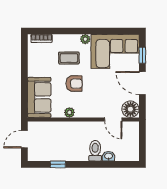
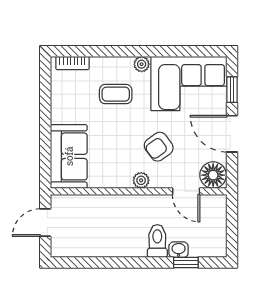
armchair: (74, 84) -> (159, 147), moved, turned 144
plant: (69, 112) -> (141, 180), moved
window: (58, 164) -> (186, 263), moved

